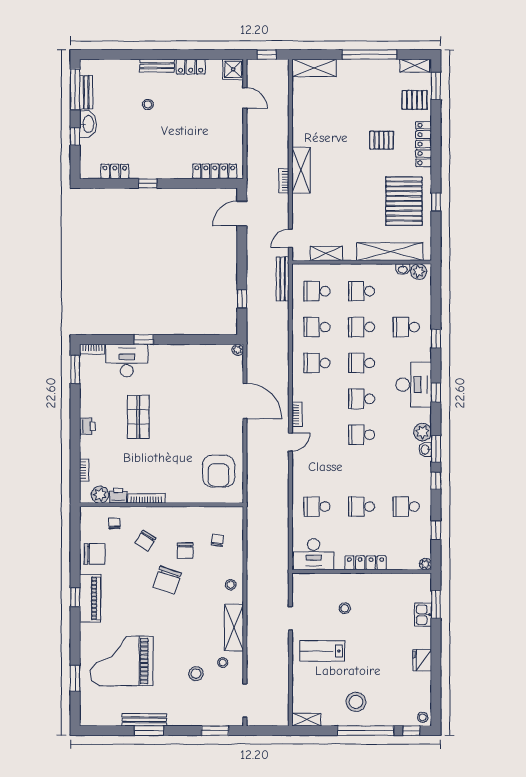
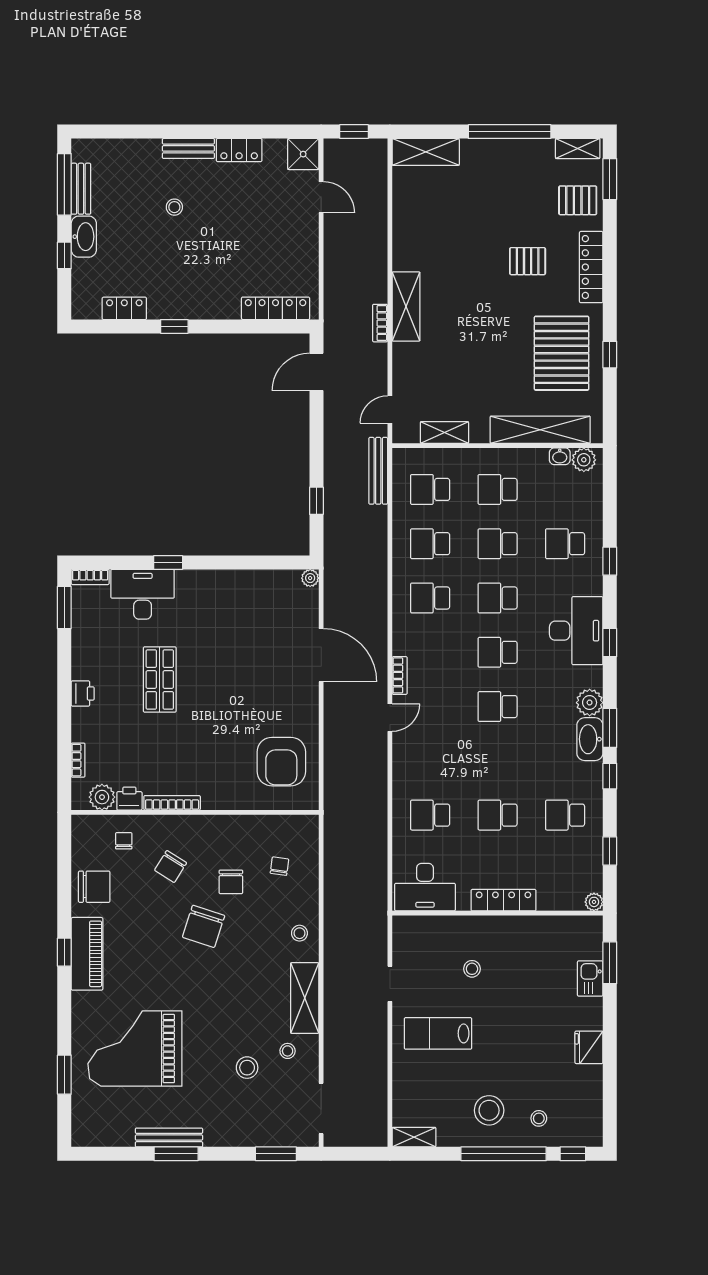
washbasin: (425, 450) -> (590, 739), width x1.91, depth x1.45
stool: (423, 717) -> (539, 1118), moved

